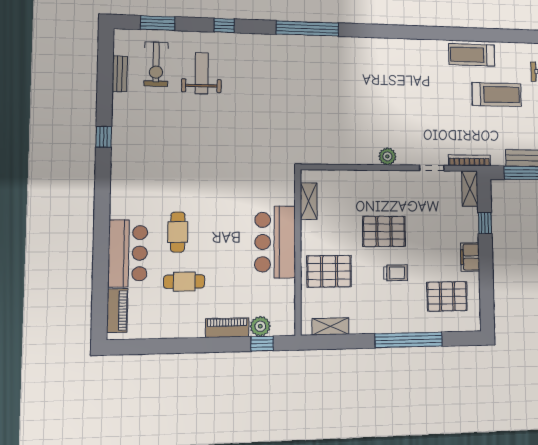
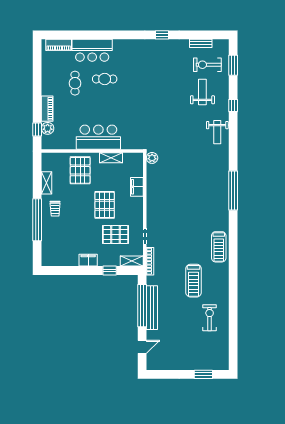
window: (307, 28) -> (233, 190), moved
weight bench: (267, 52) -> (217, 132), added
treadmill: (472, 55) -> (219, 247), moved, turned 180
weight bench: (202, 73) -> (202, 92), turned -90
plant: (387, 156) -> (152, 158), moved
filing cabinet: (355, 180) -> (137, 187), added
shelving: (309, 201) -> (111, 158), moved
trolley: (396, 273) -> (55, 209), moved
pallet: (447, 296) -> (116, 235), moved, turned 90
shelving: (330, 326) -> (47, 183), moved

